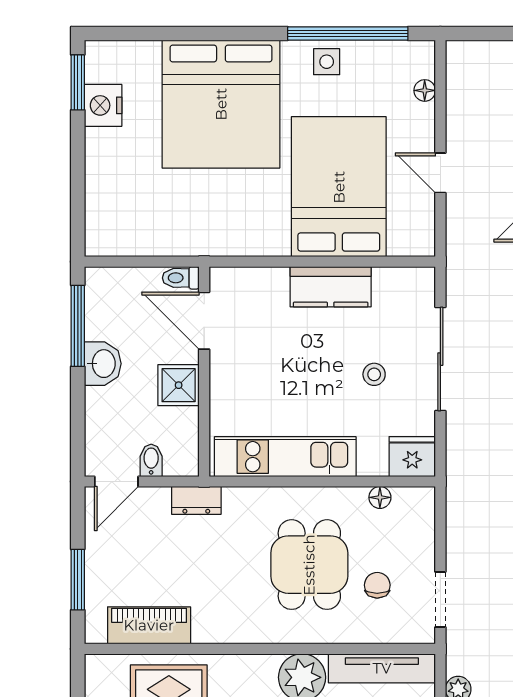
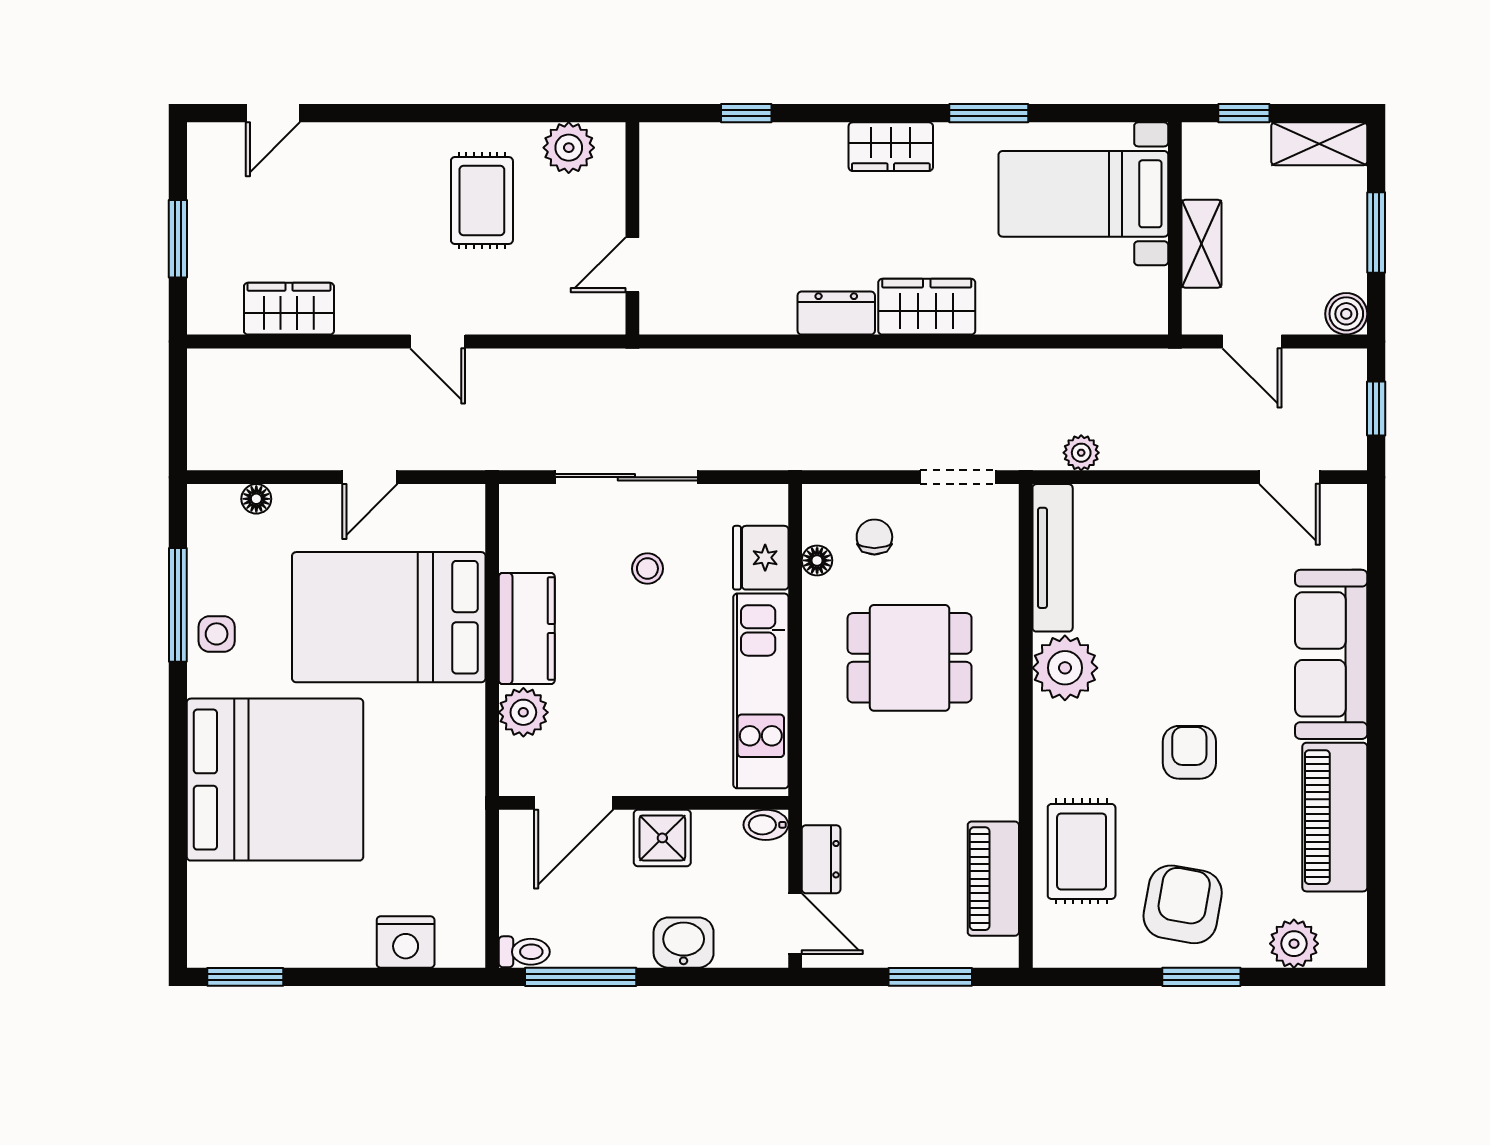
window: (348, 34) -> (178, 605), width x0.68
nightstand: (103, 105) -> (406, 942), moved
toilet: (181, 278) -> (524, 952), moved, turned -90
plant: (270, 284) -> (523, 712), added
washbasin: (103, 364) -> (684, 943), moved
fridge: (412, 457) -> (761, 558), moved
bidet: (151, 460) -> (766, 825), moved
dresser: (196, 500) -> (821, 859), moved
chair: (377, 585) -> (874, 537), moved, turned 90

